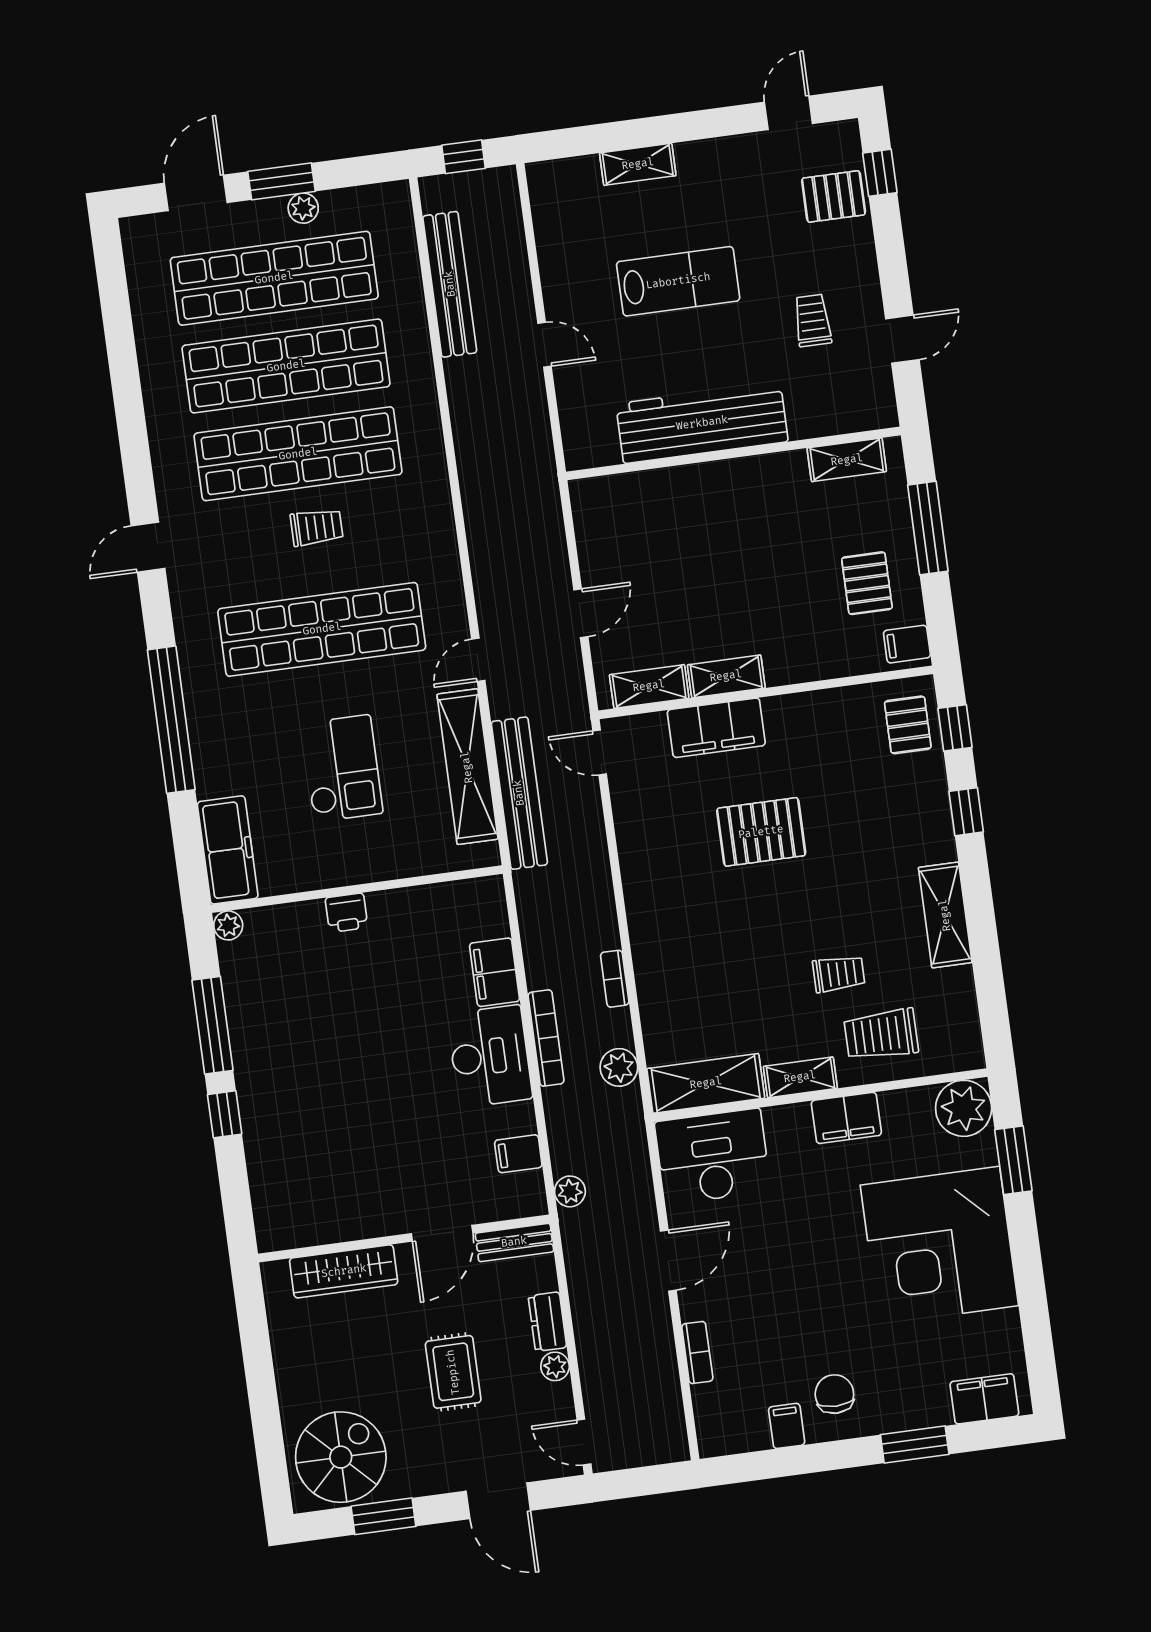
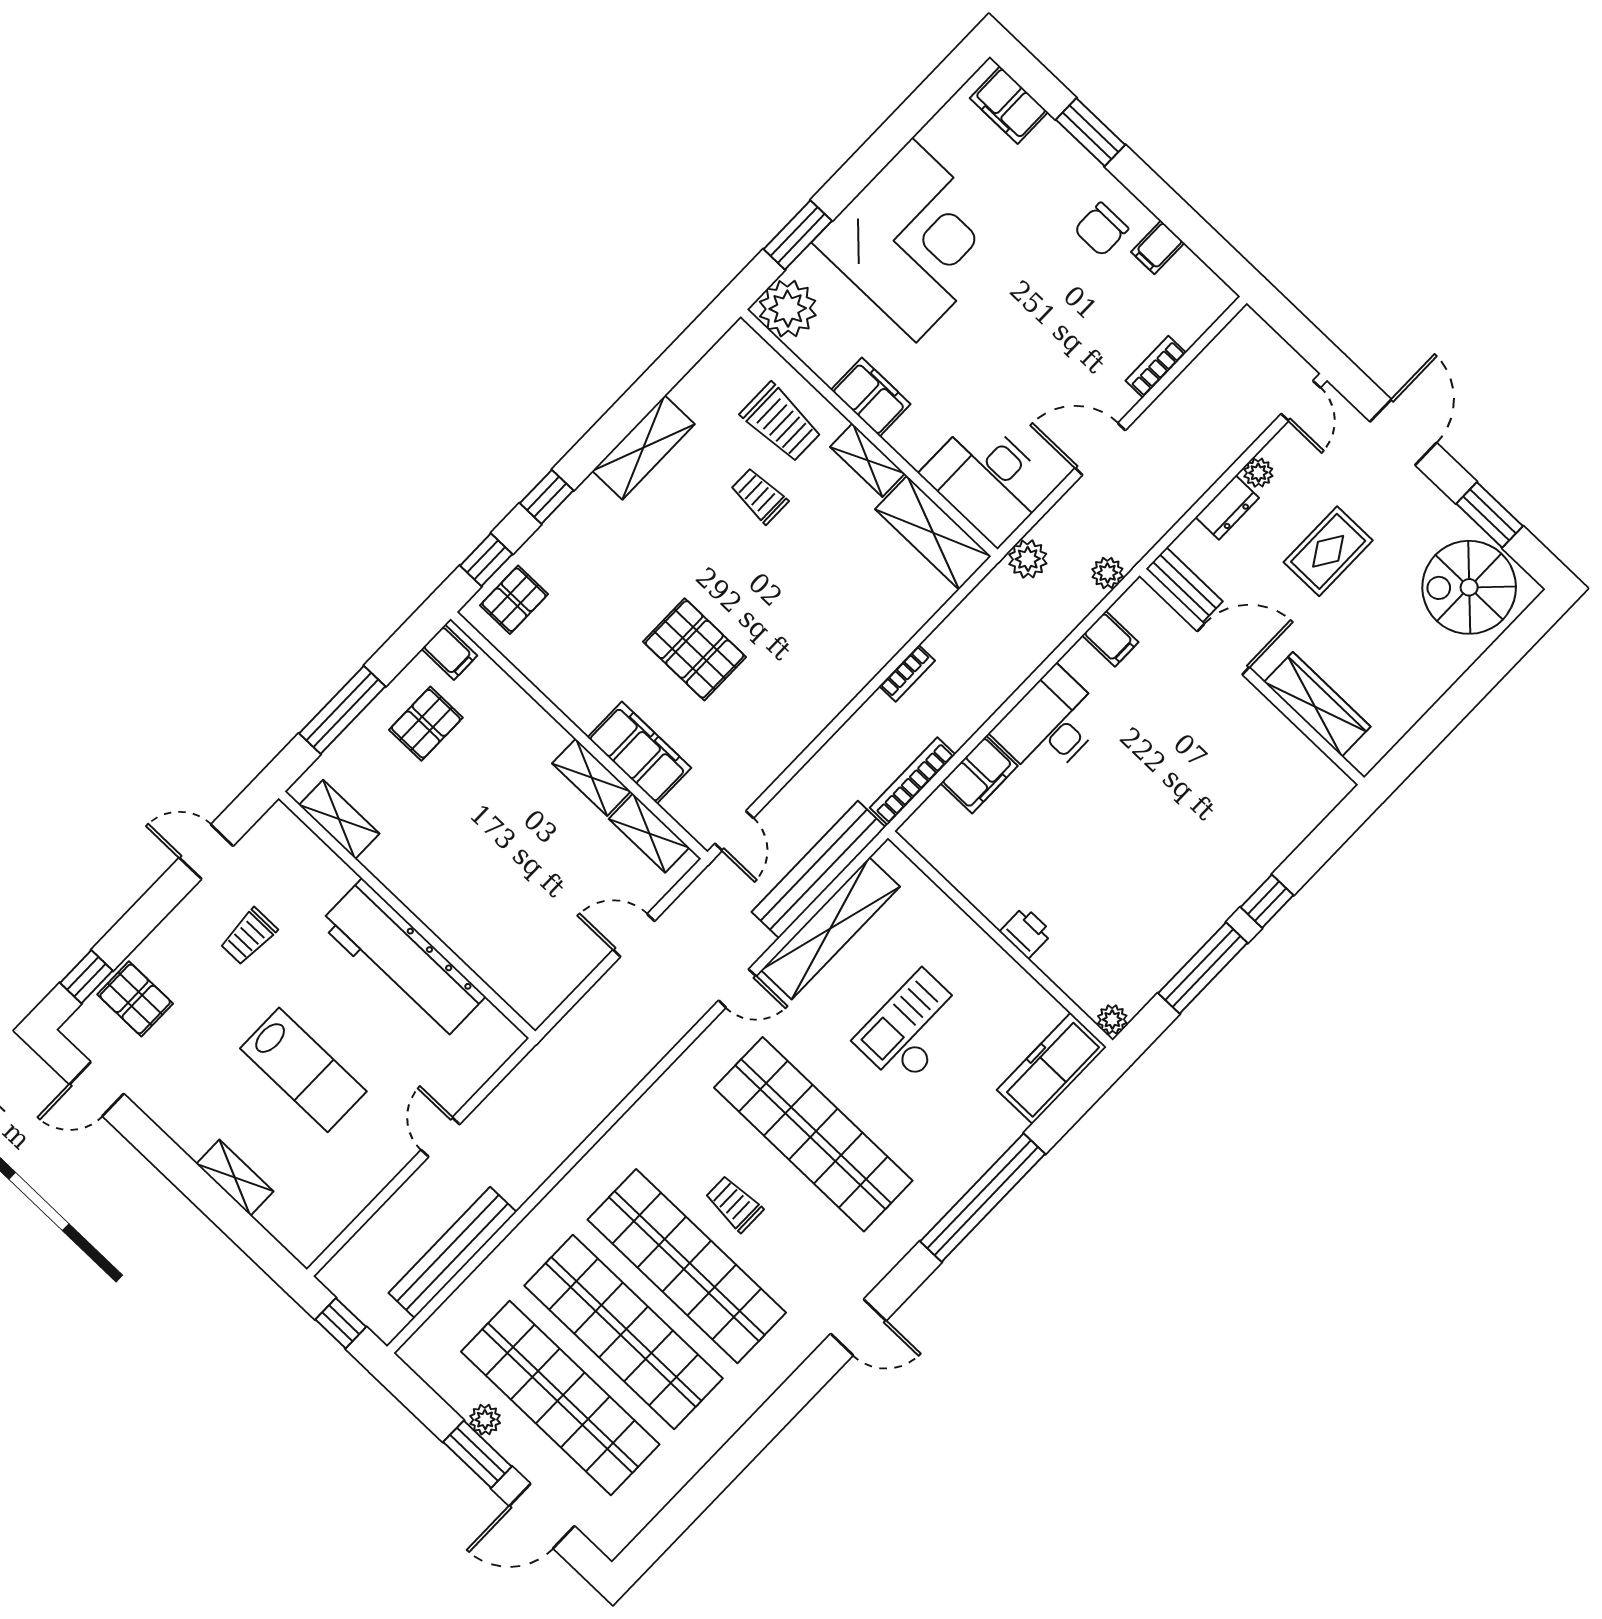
lab bench: (678, 281) -> (303, 1070), turned 180
bookcase: (546, 1038) -> (913, 781), moved
plant: (619, 1067) -> (1028, 559), moved

